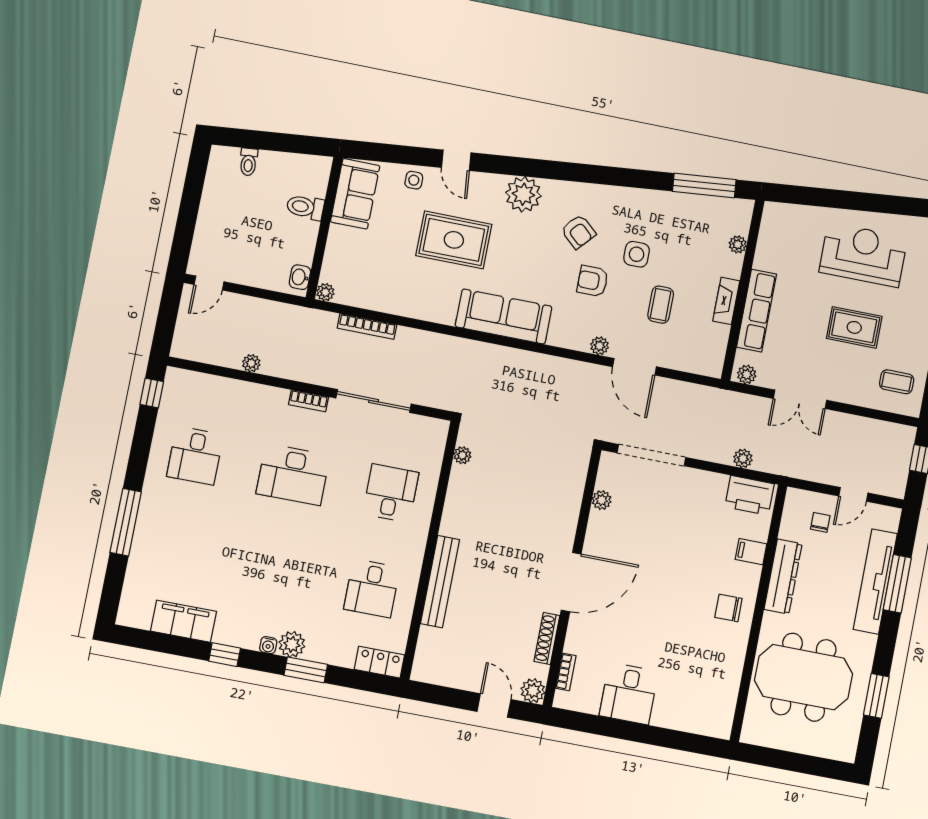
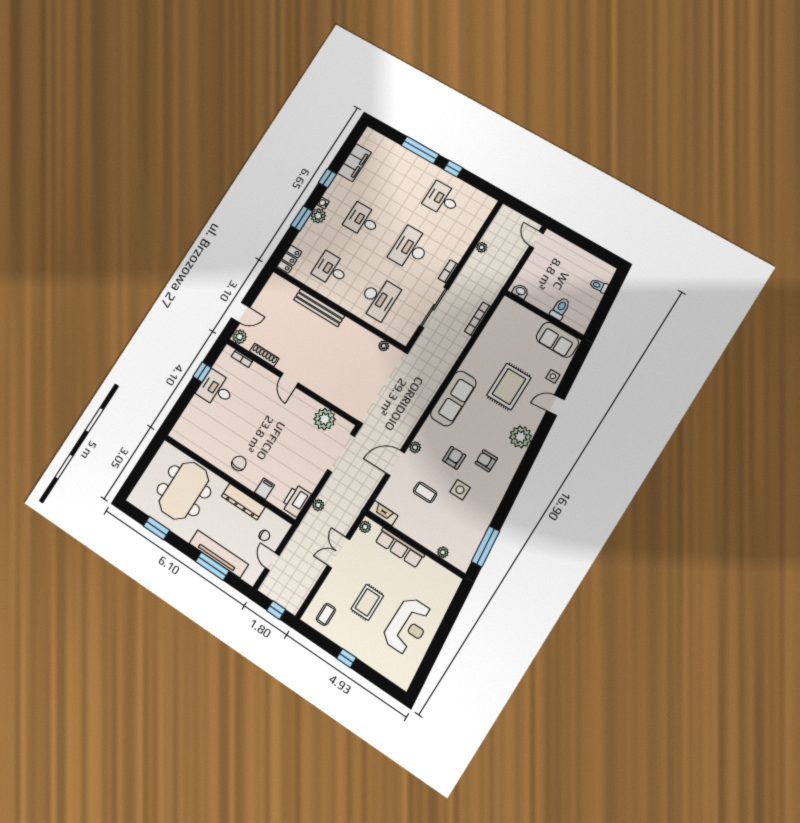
armchair: (578, 232) -> (486, 461), turned 48
plant: (325, 292) -> (506, 303), removed
fireplace: (726, 301) -> (383, 513), moved
window: (152, 393) -> (453, 169), moved
desk: (391, 493) -> (379, 298), width x1.37
plant: (602, 500) -> (325, 419), width x1.88, depth x1.88
desk: (274, 570) -> (362, 220), added
door: (571, 582) -> (289, 380), width x0.53
window: (611, 727) -> (202, 372), added

